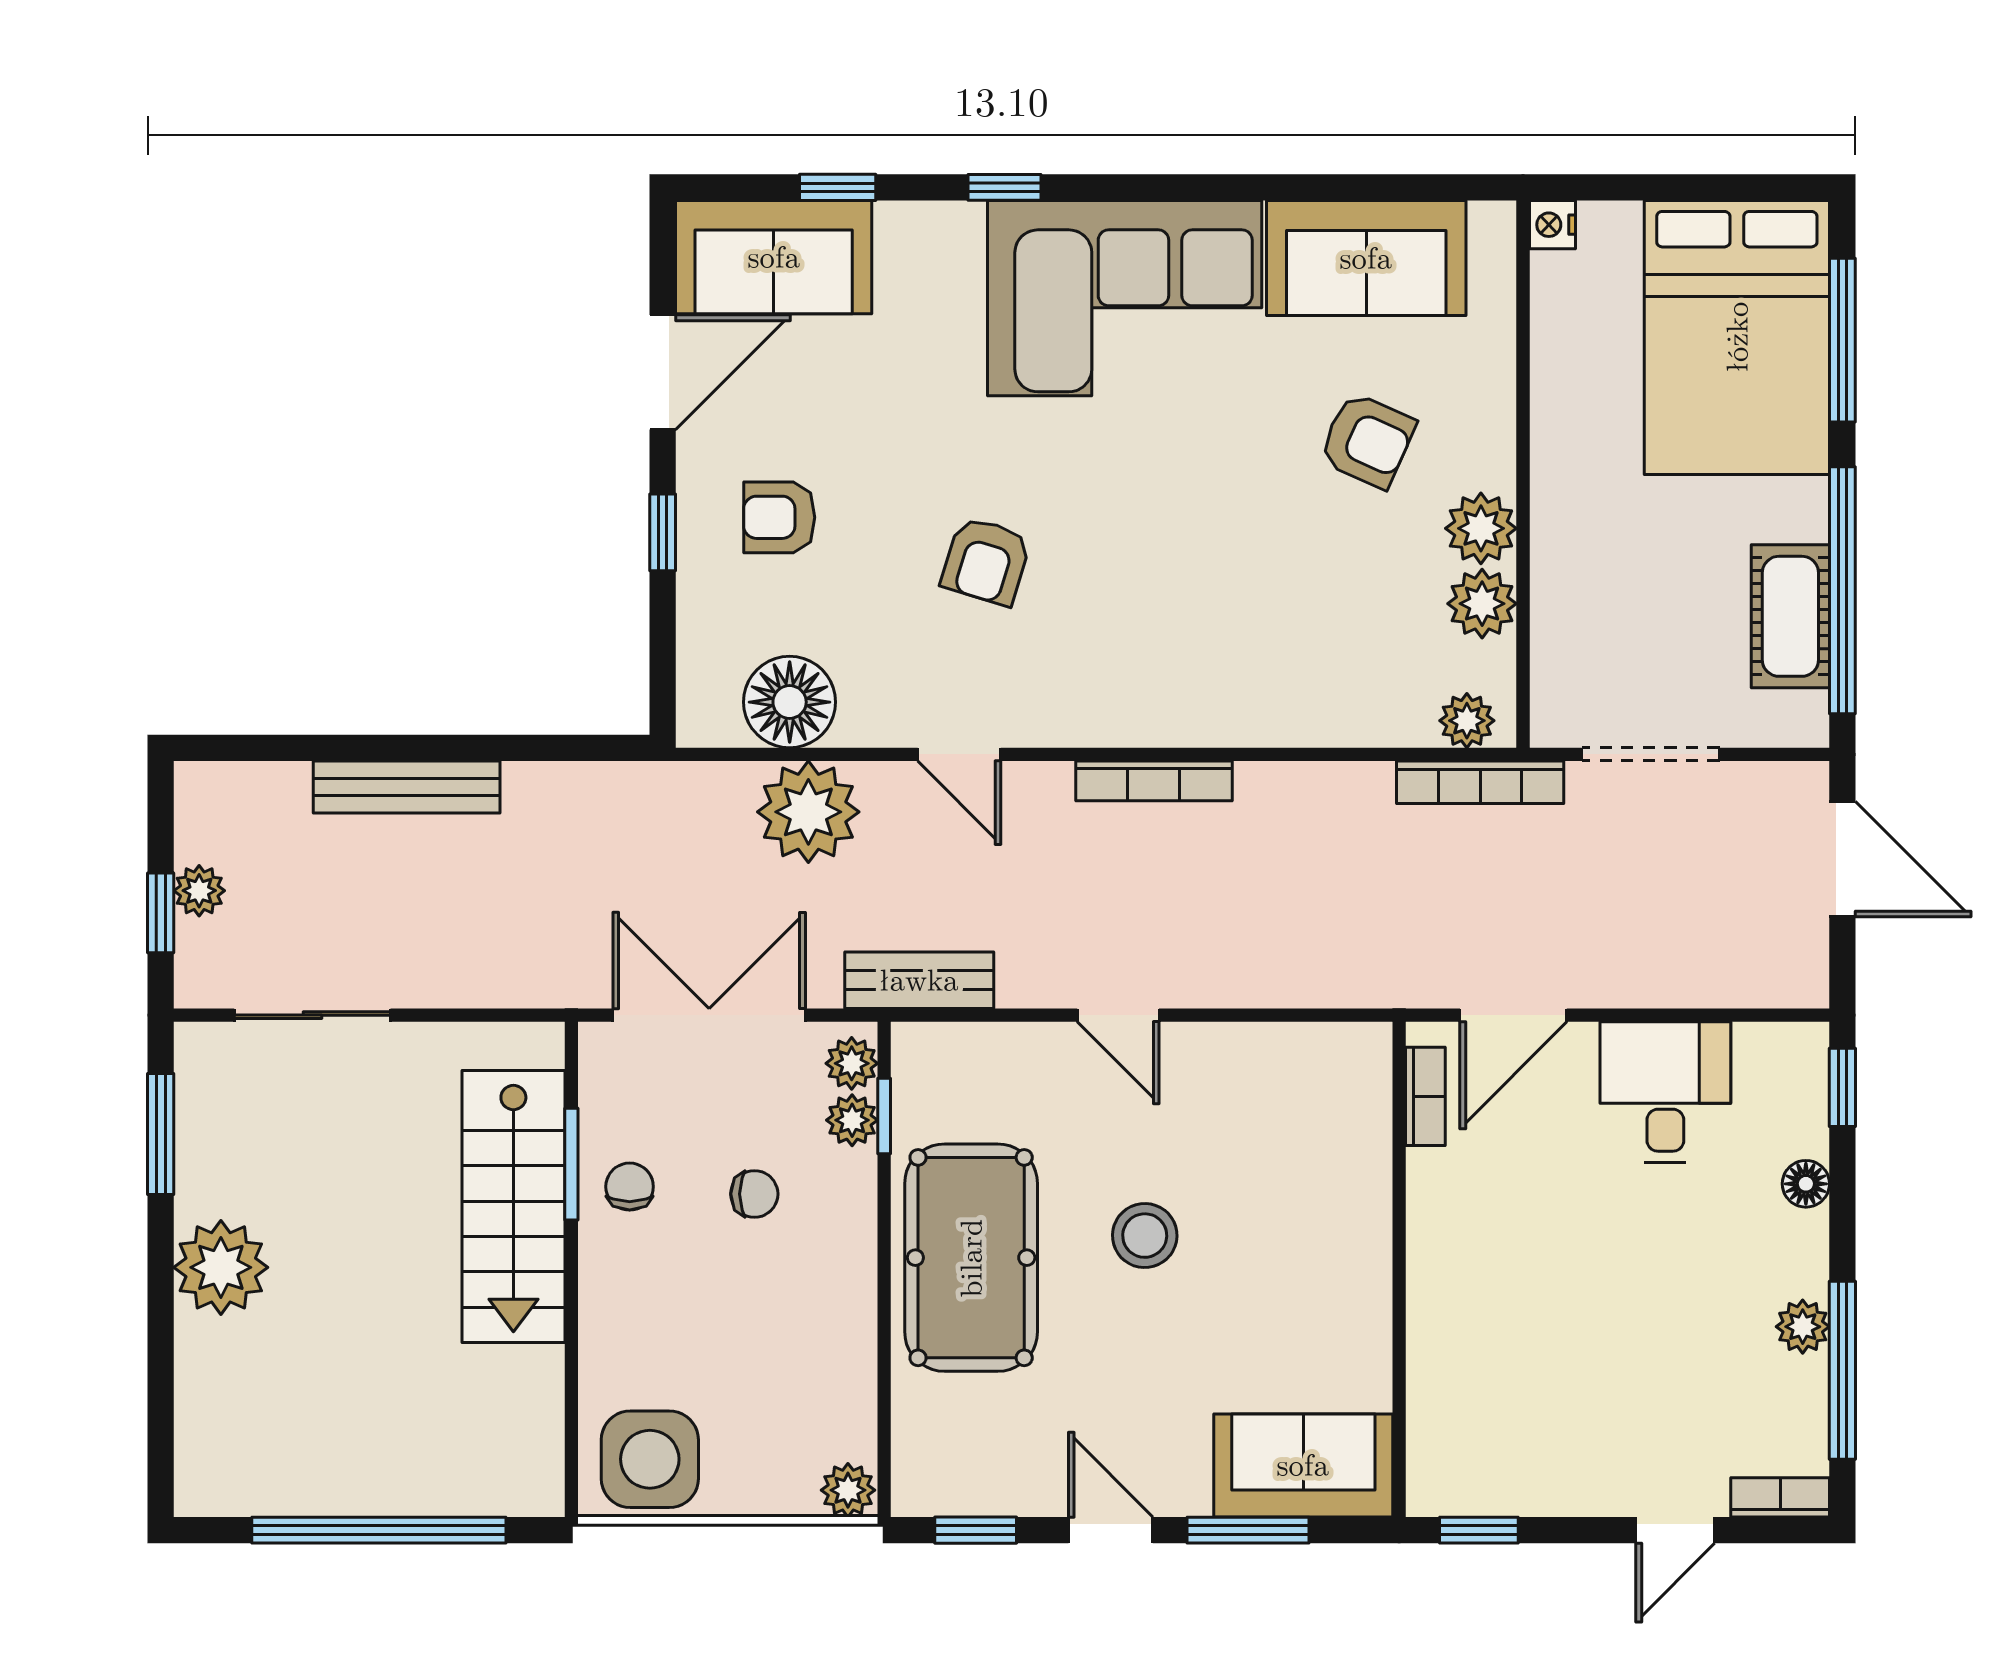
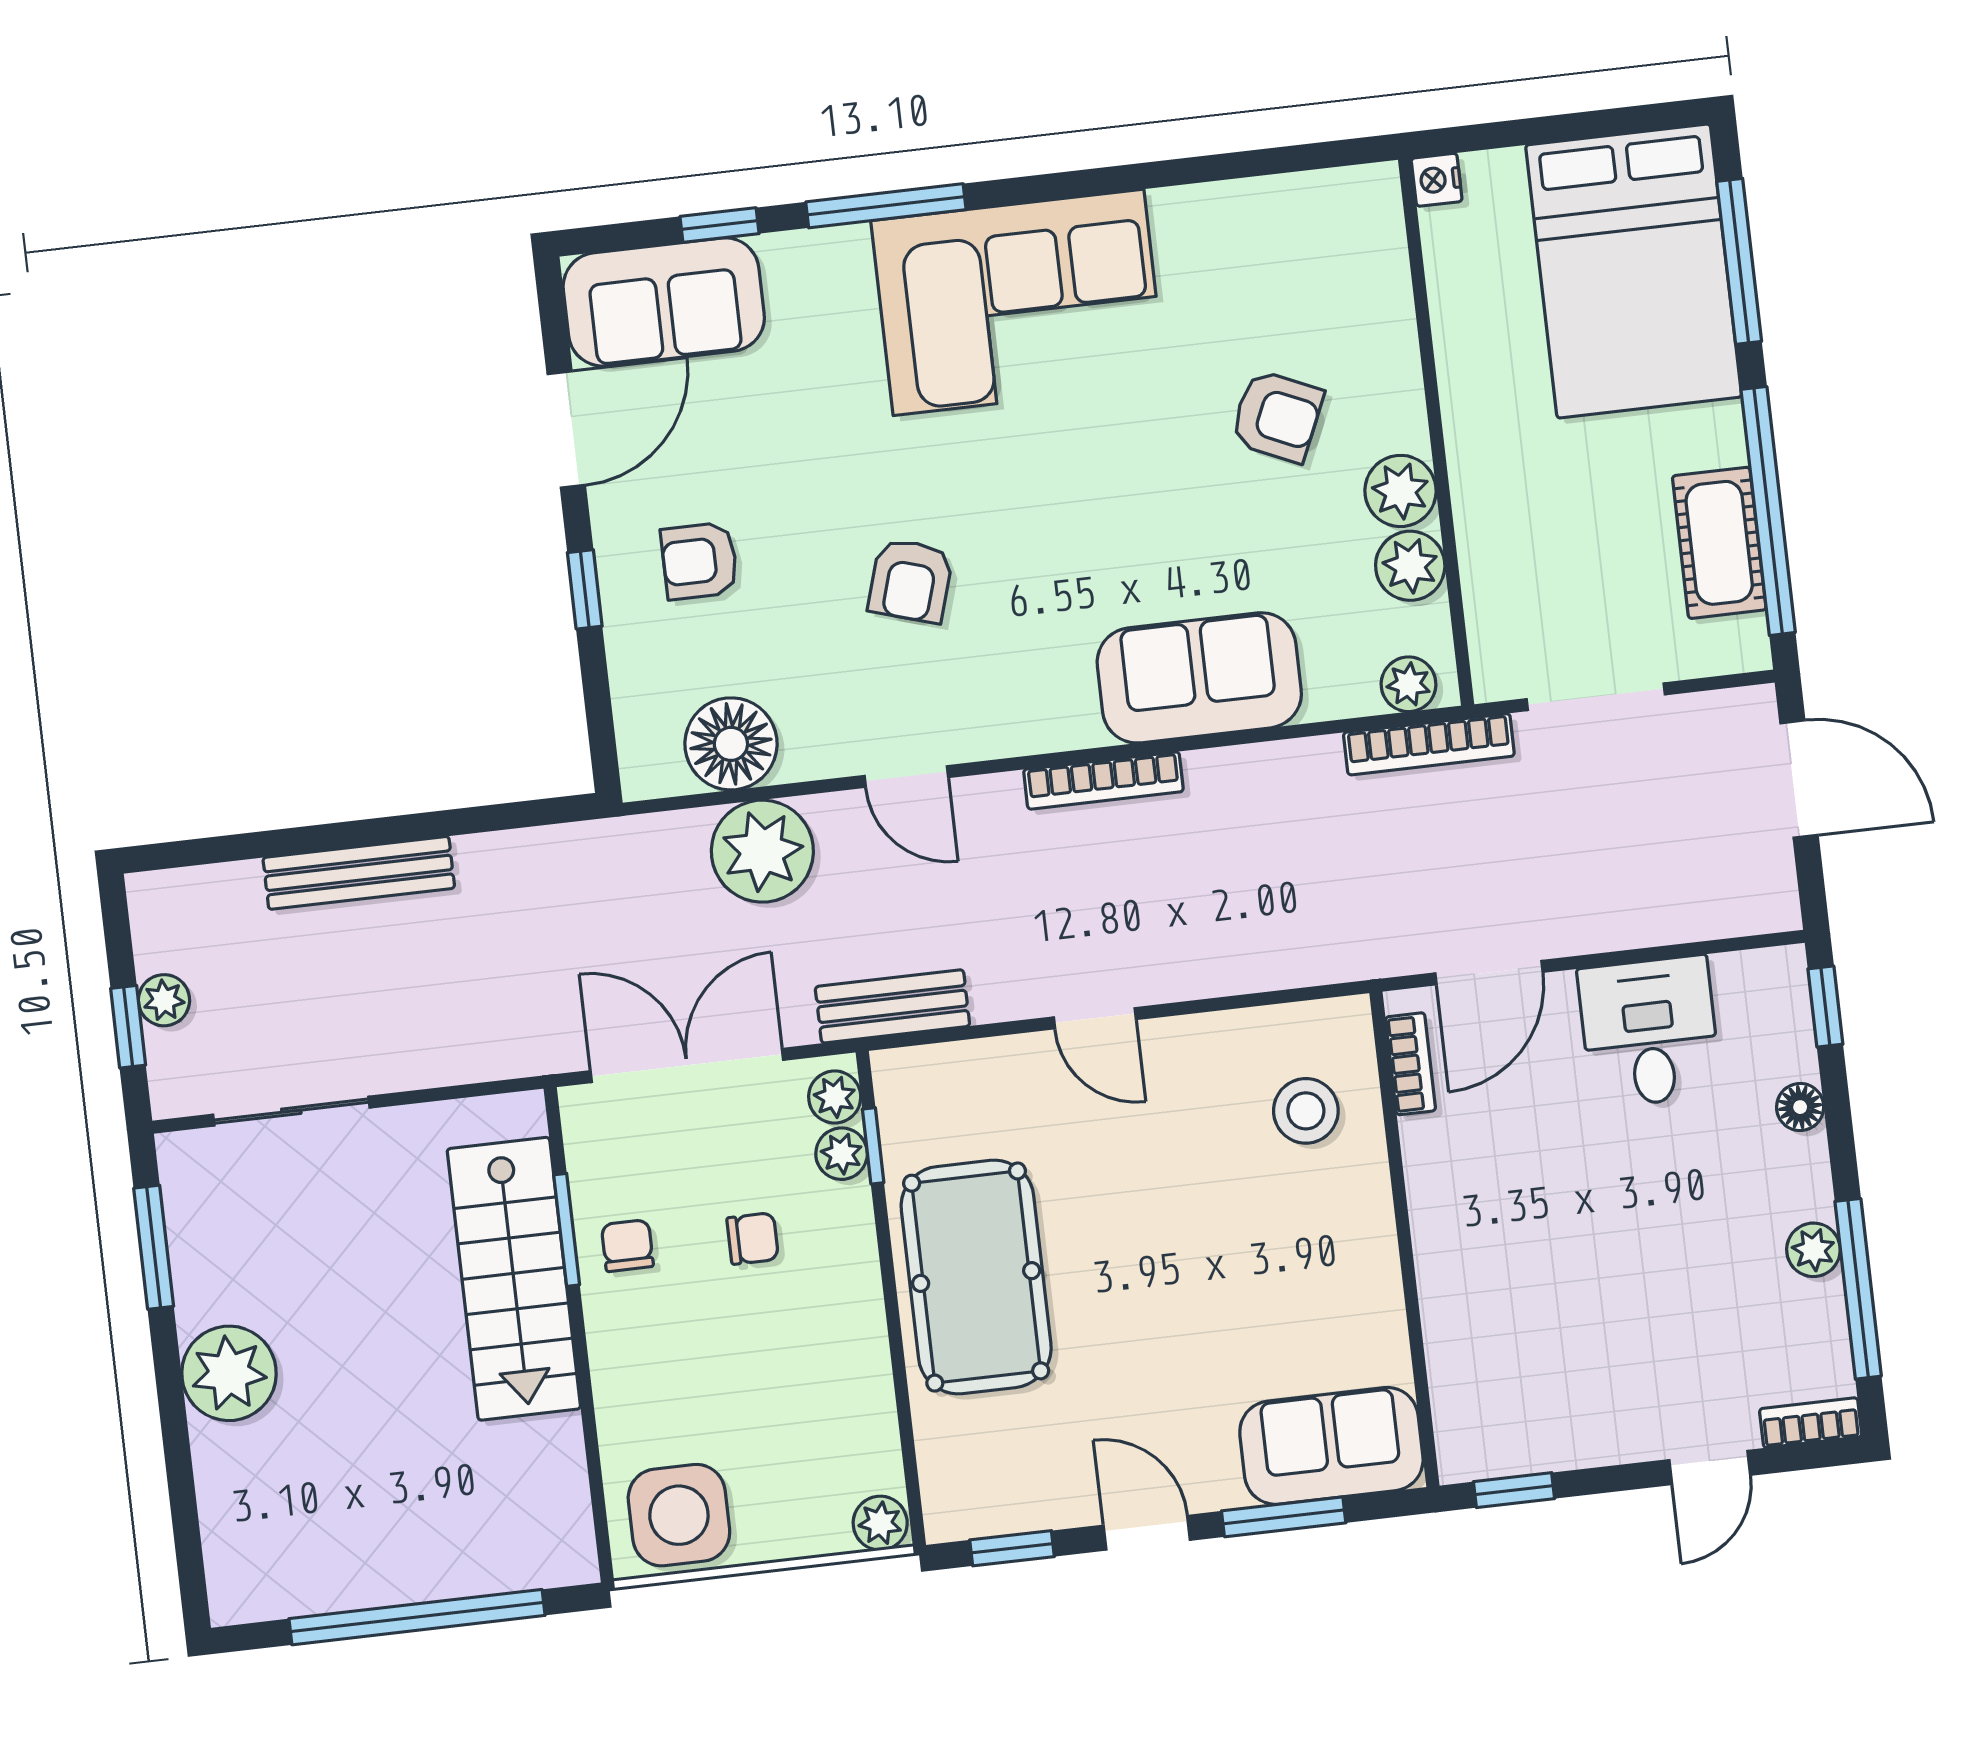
window: (1004, 187) -> (886, 206), width x2.17
sofa: (1366, 258) -> (1199, 678), moved, turned 180
stool: (1145, 1236) -> (1306, 1111), moved

